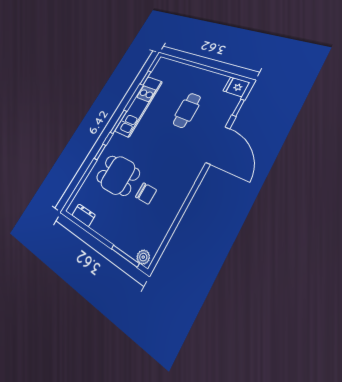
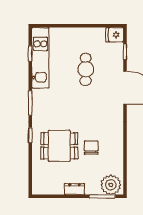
kitchen unit: (139, 106) -> (40, 58), moved
chair: (146, 193) -> (91, 148), turned -90
dresser: (83, 215) -> (75, 189), moved
plant: (143, 257) -> (111, 185), width x1.88, depth x1.88

